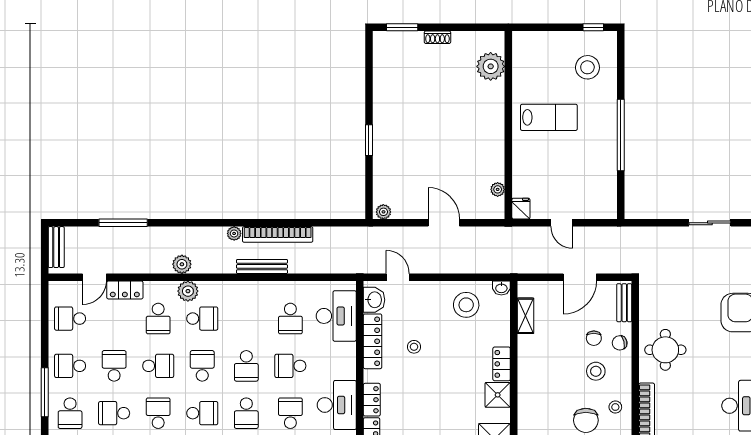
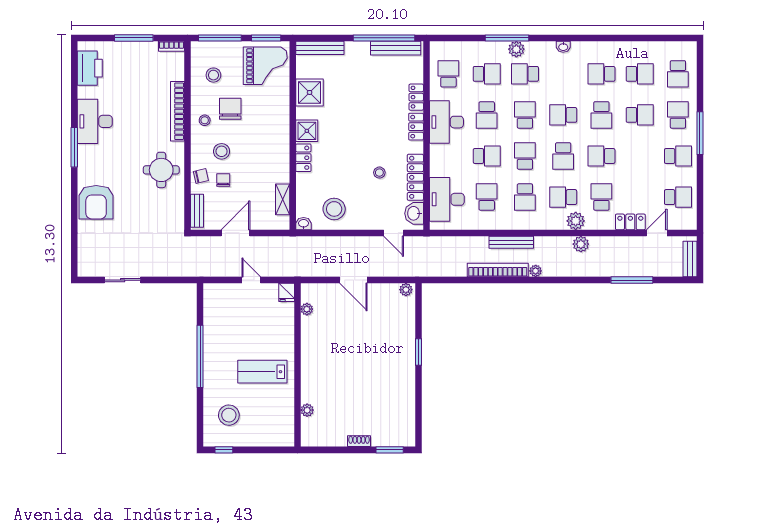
plant: (491, 66) -> (307, 410), width x0.53, depth x0.53
school desk: (114, 366) -> (525, 197), moved

